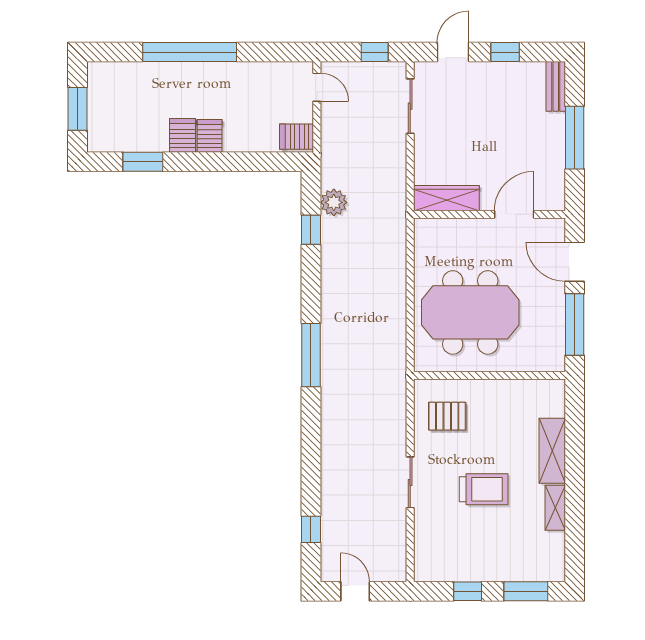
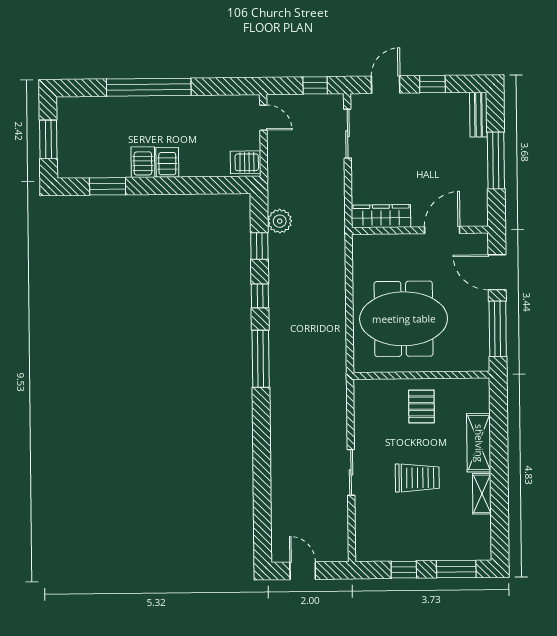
pallet: (447, 416) -> (421, 407), moved, turned 90
window: (311, 529) -> (260, 296), moved

